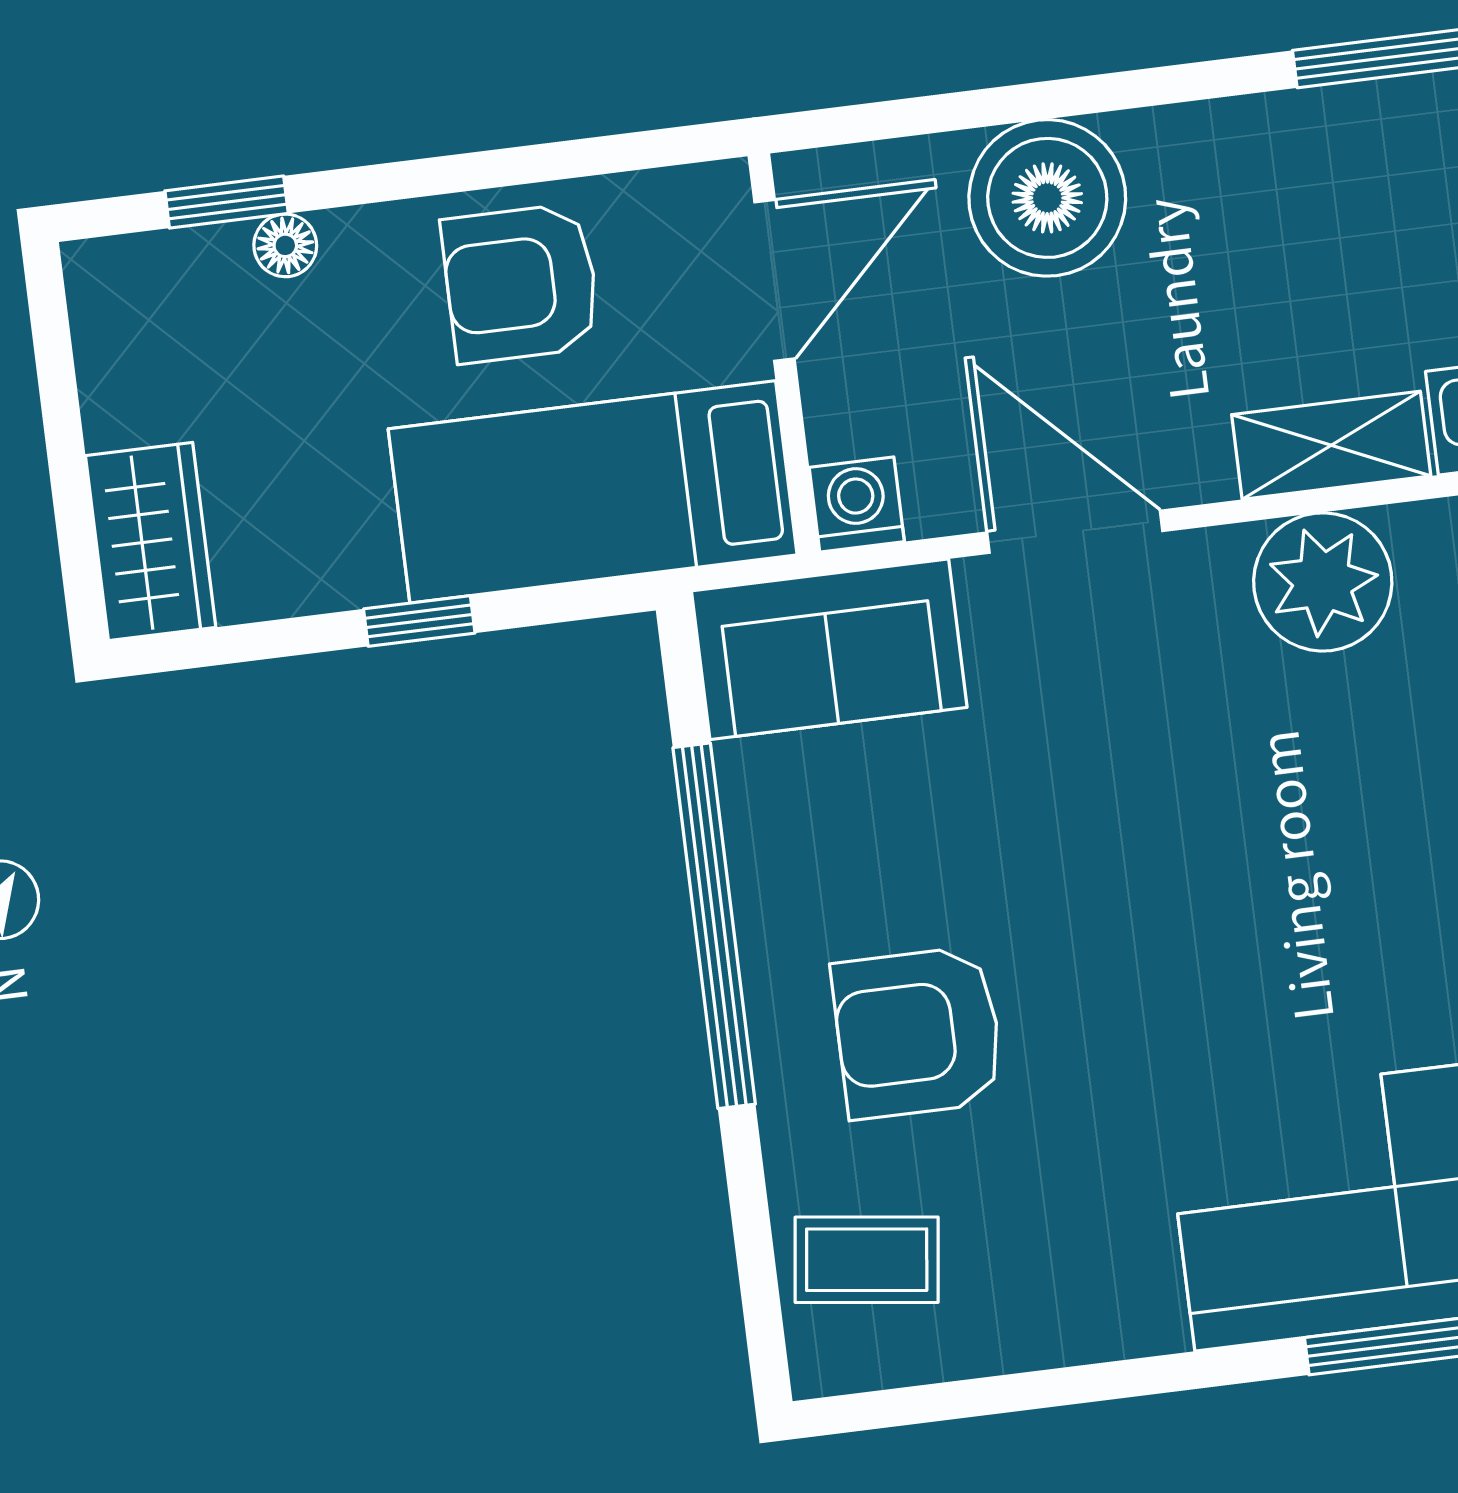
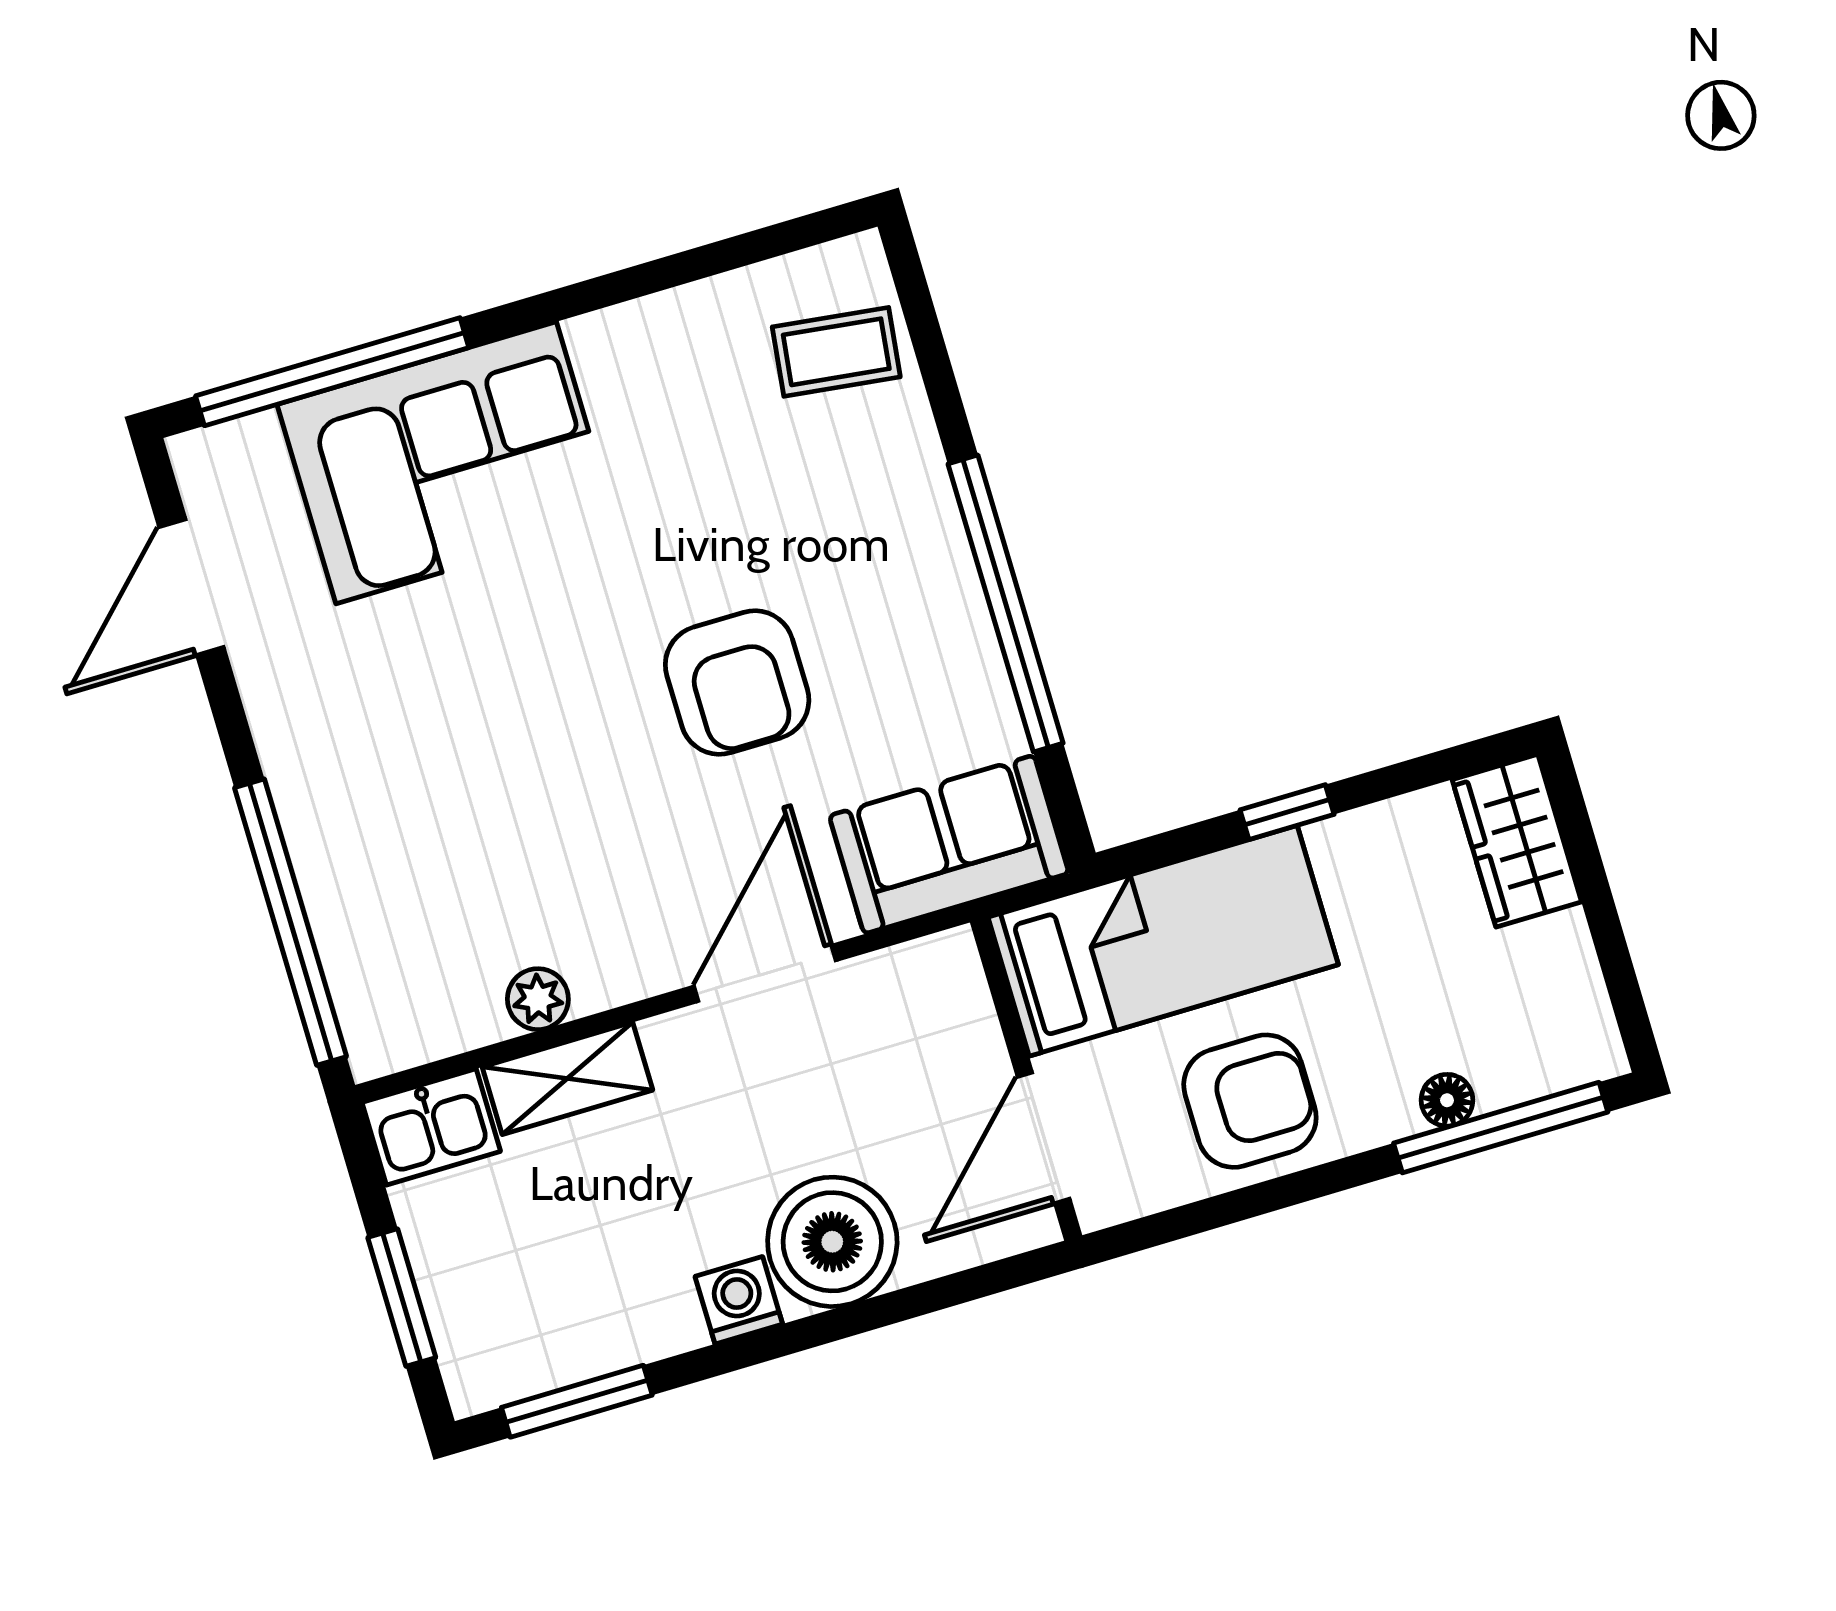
window: (227, 202) -> (1501, 1128), width x2.17
washing machine: (857, 504) -> (739, 1300), moved, turned 180
door: (1075, 532) -> (765, 973), swing flipped
plant: (1323, 582) -> (538, 999), width x0.53, depth x0.53
armchair: (918, 1033) -> (737, 682), moved, turned 90

